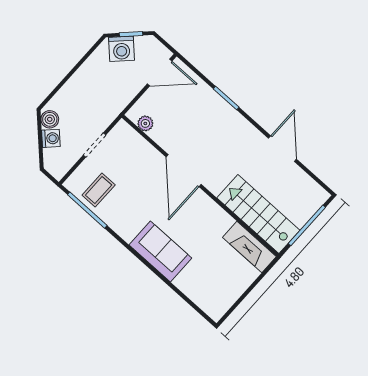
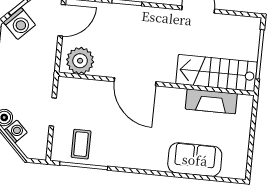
plant: (145, 123) -> (80, 61), width x1.87, depth x1.87
fireplace: (249, 247) -> (211, 101), moved
sofa: (160, 252) -> (195, 160), moved

